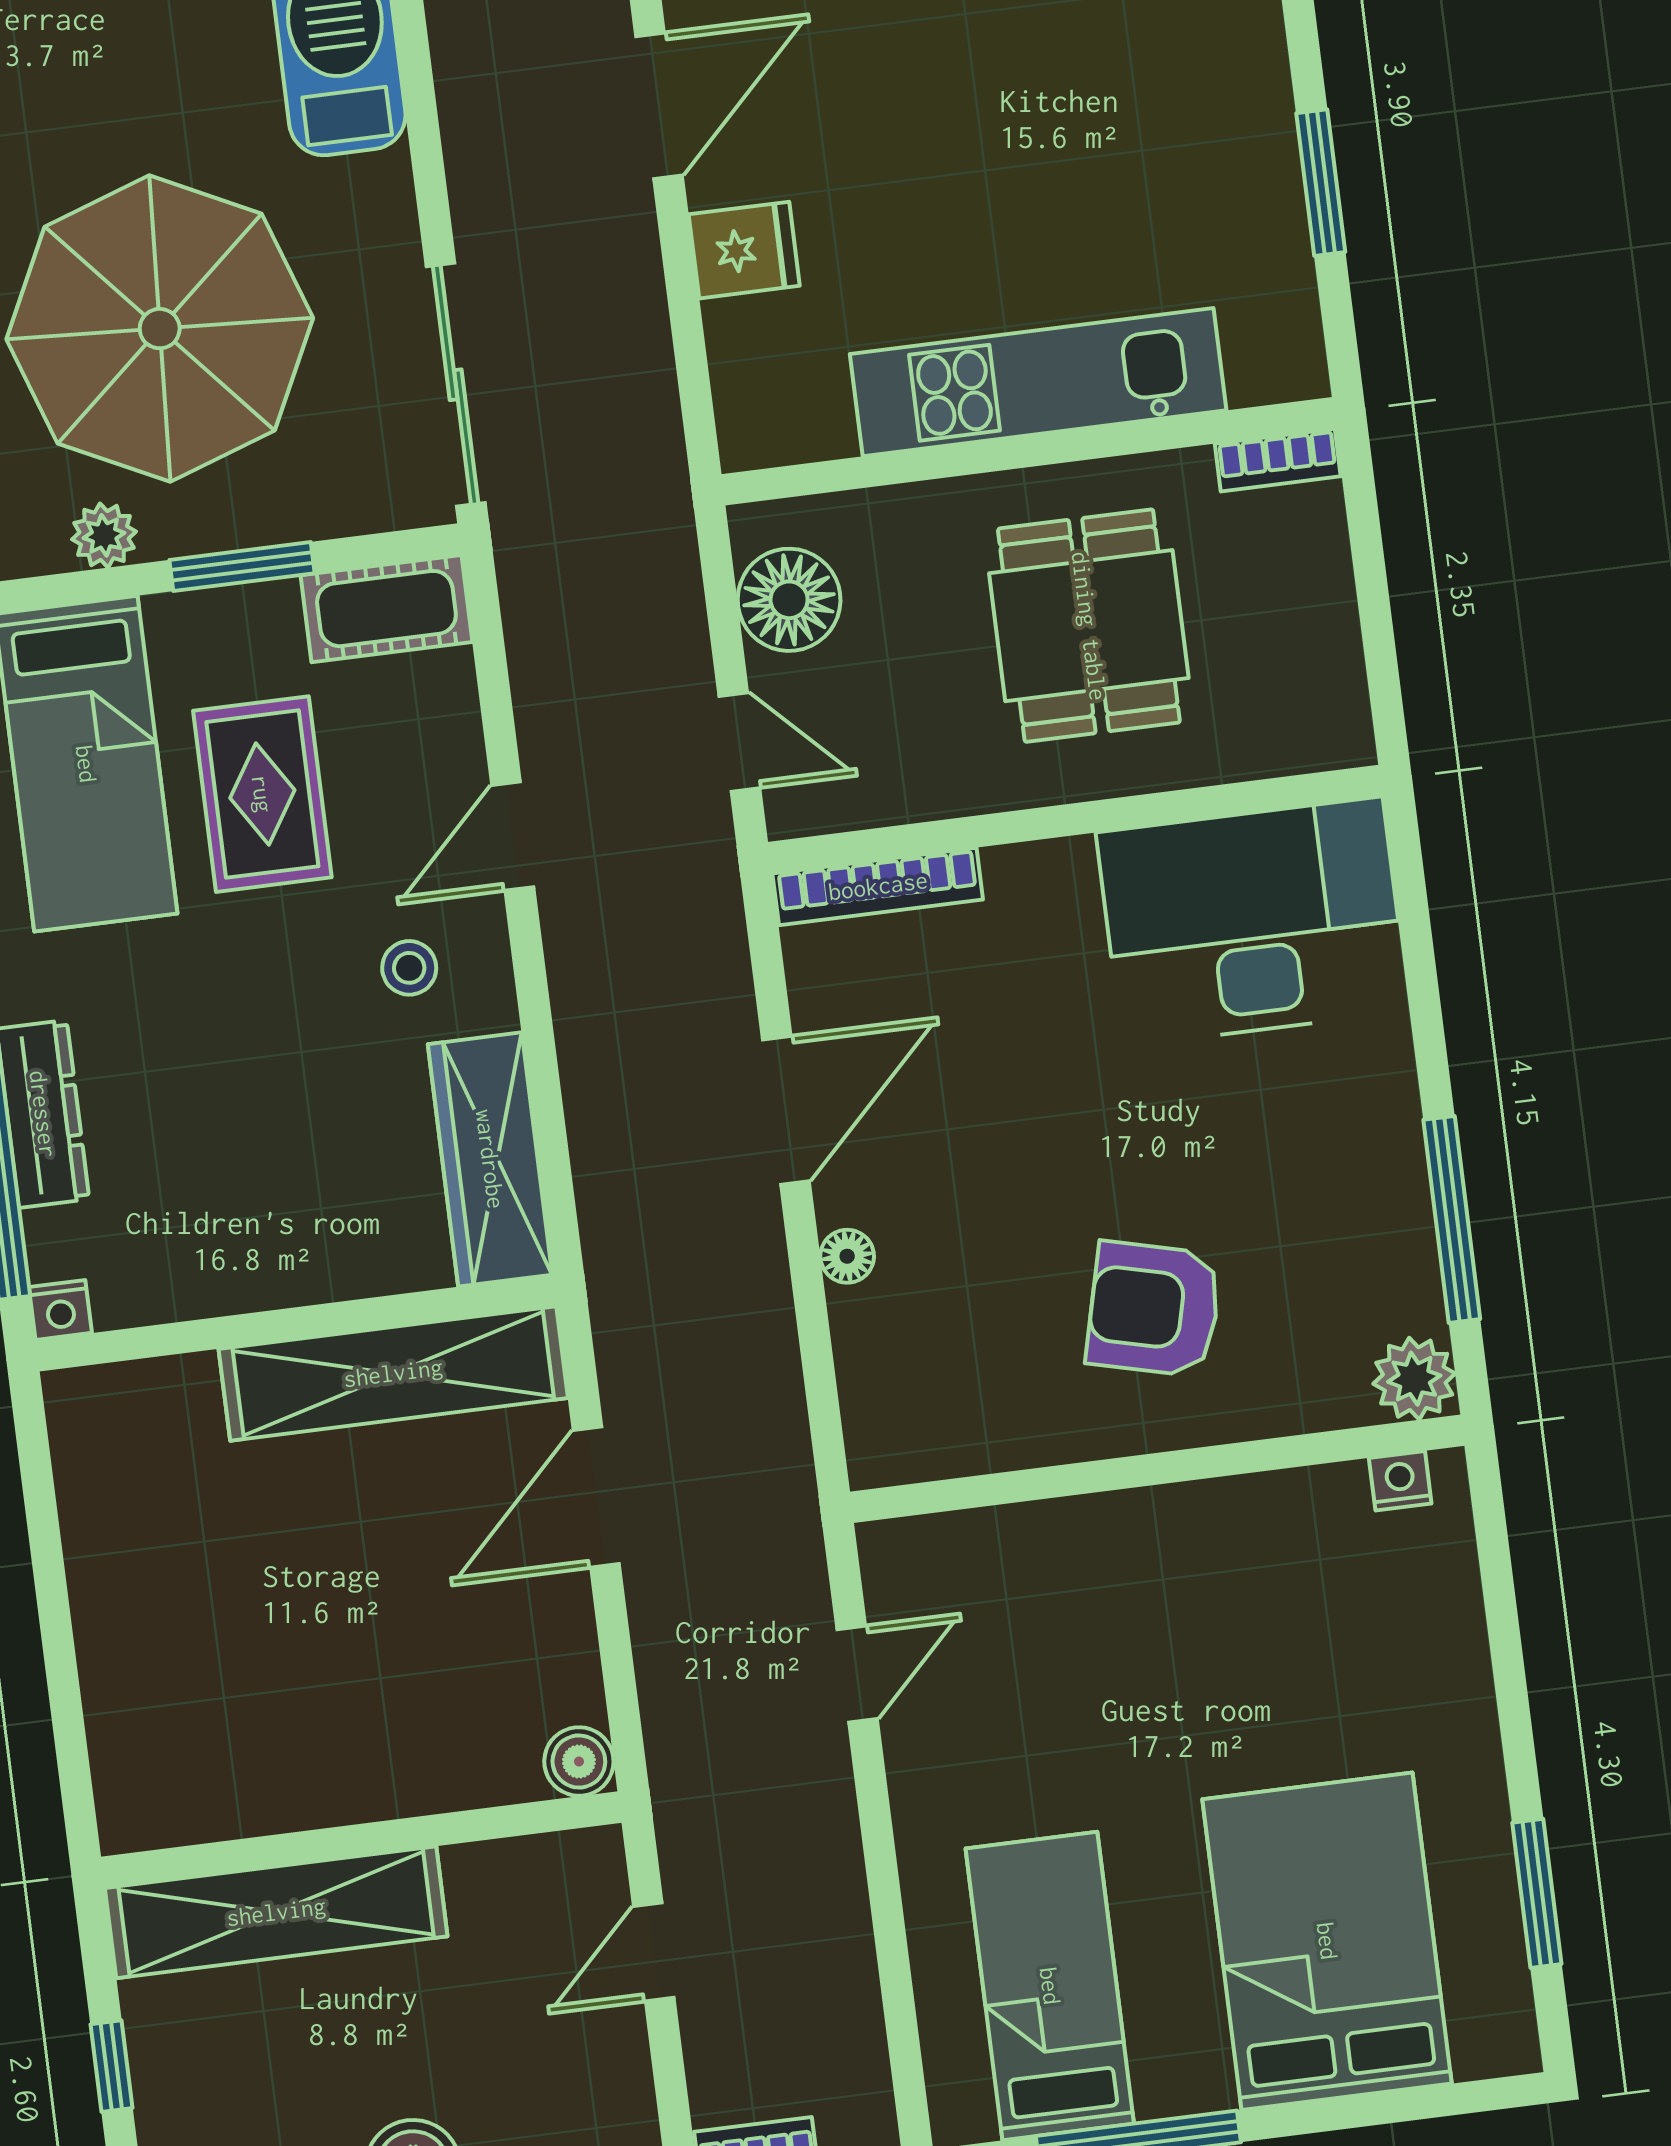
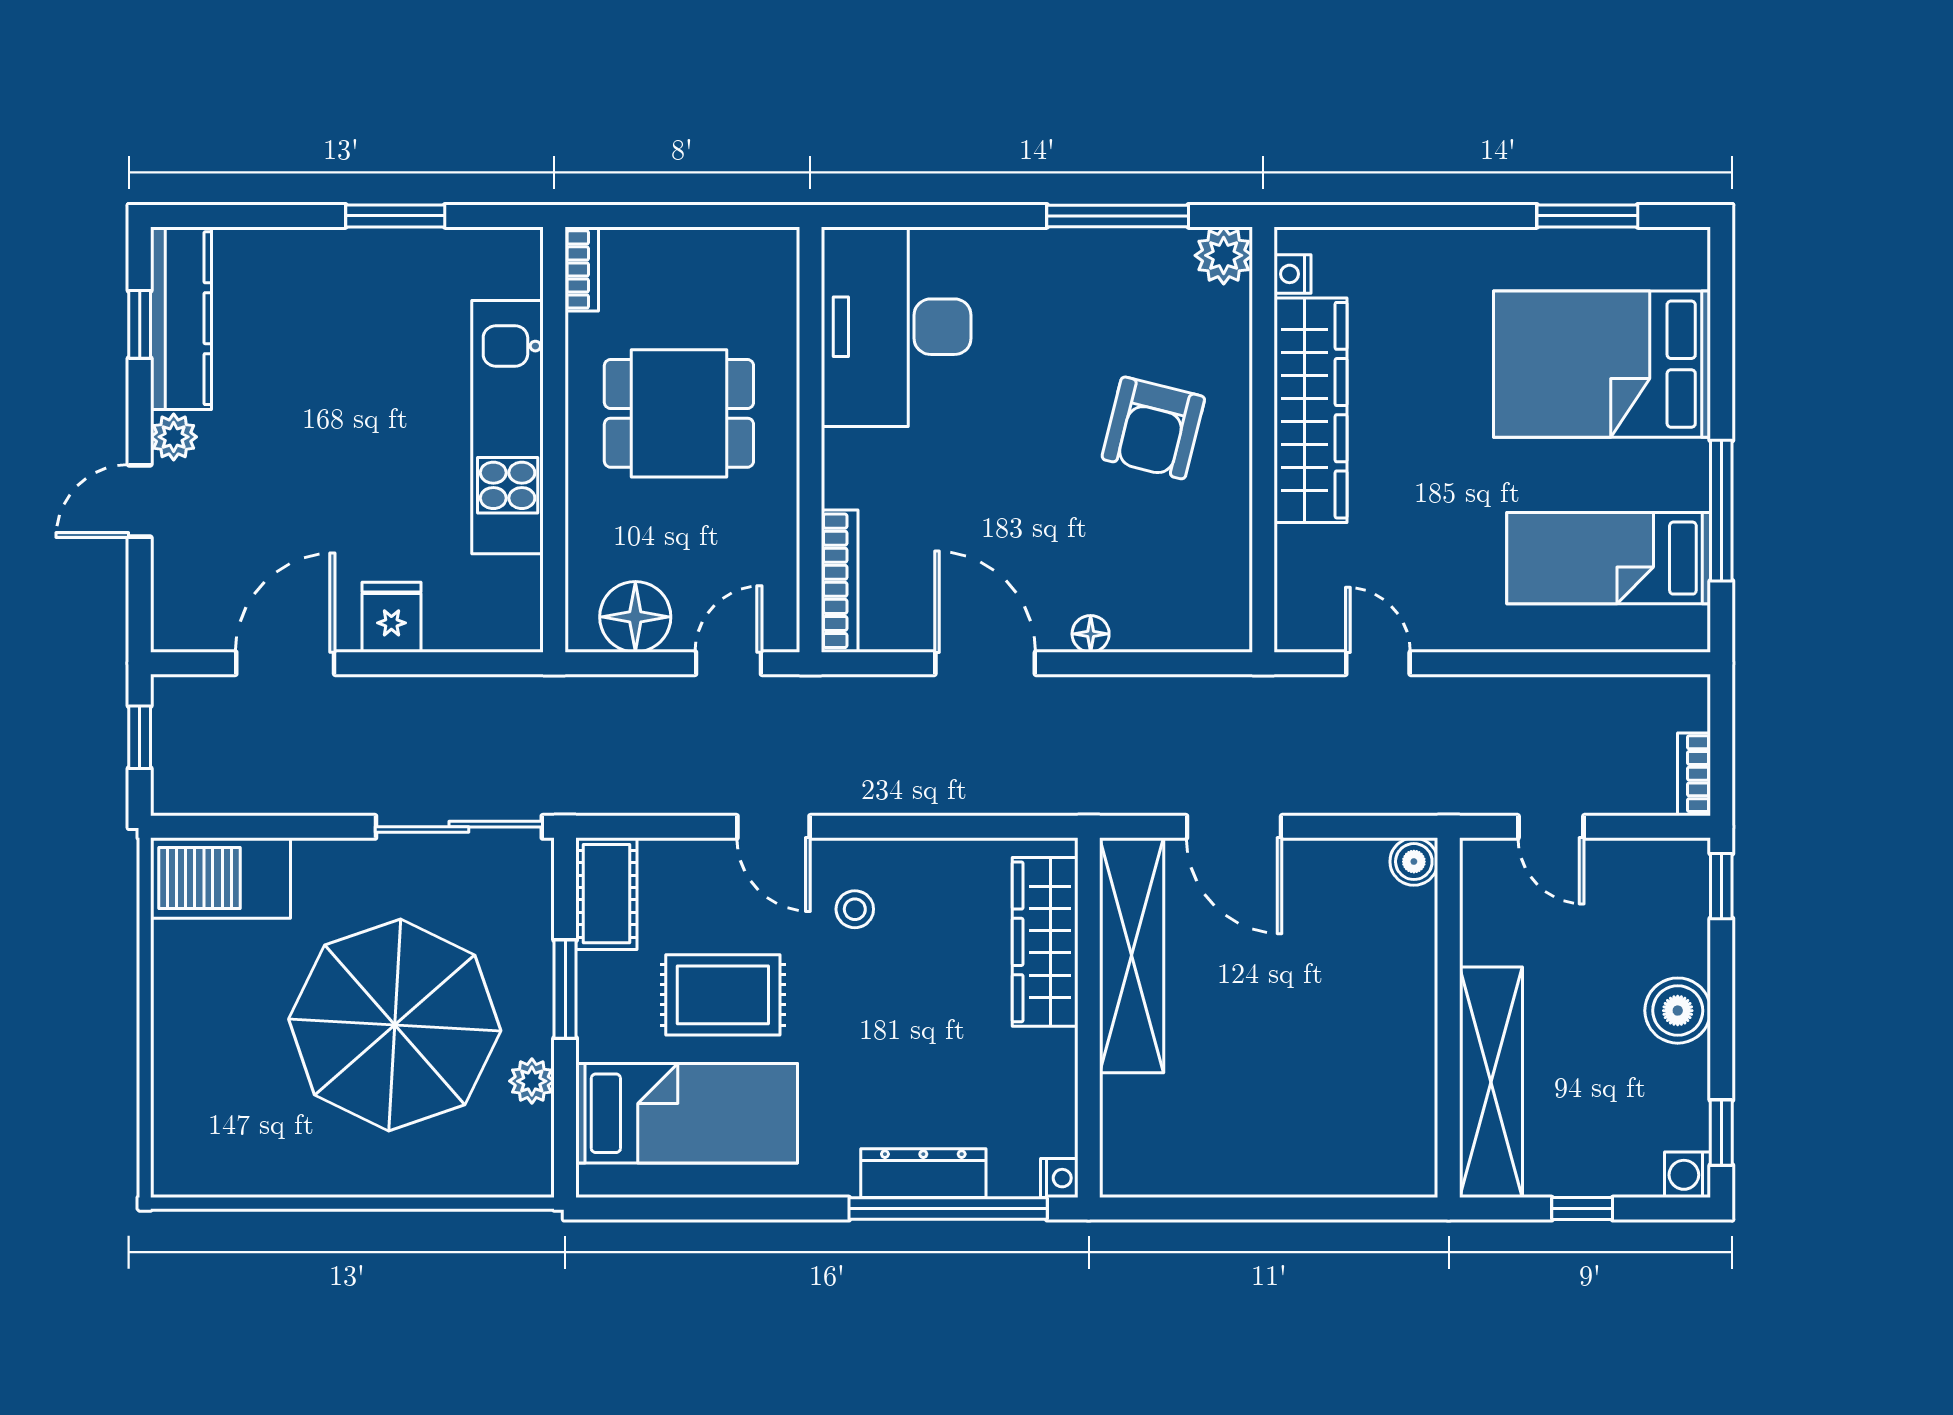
door: (659, 106) -> (285, 663), hinge flipped
wardrobe: (490, 1159) -> (1045, 942), moved, turned 90
wardrobe: (1208, 1531) -> (1310, 410), added

